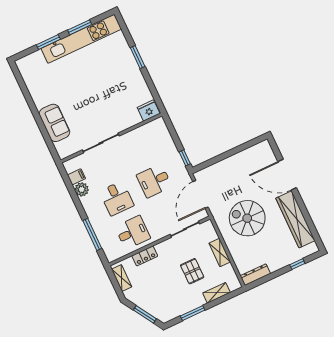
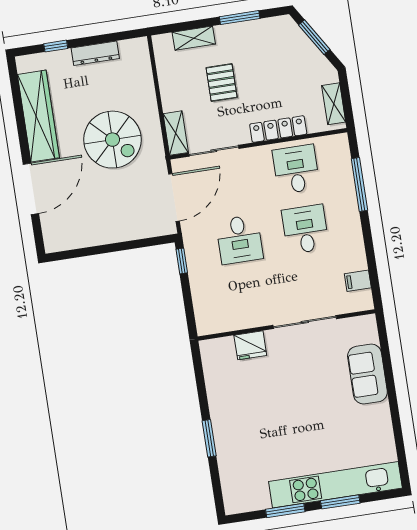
kitchen unit: (81, 39) -> (335, 485), moved
fridge: (149, 111) -> (250, 345), moved
door: (287, 175) -> (31, 189), hinge flipped
desk: (154, 181) -> (239, 239), turned 90
plant: (82, 189) -> (355, 259), removed
desk: (133, 232) -> (296, 169), turned 90
shelving: (220, 253) -> (176, 133), moved
locker: (145, 256) -> (278, 129), width x1.53
dresser: (255, 275) -> (95, 53), moved

